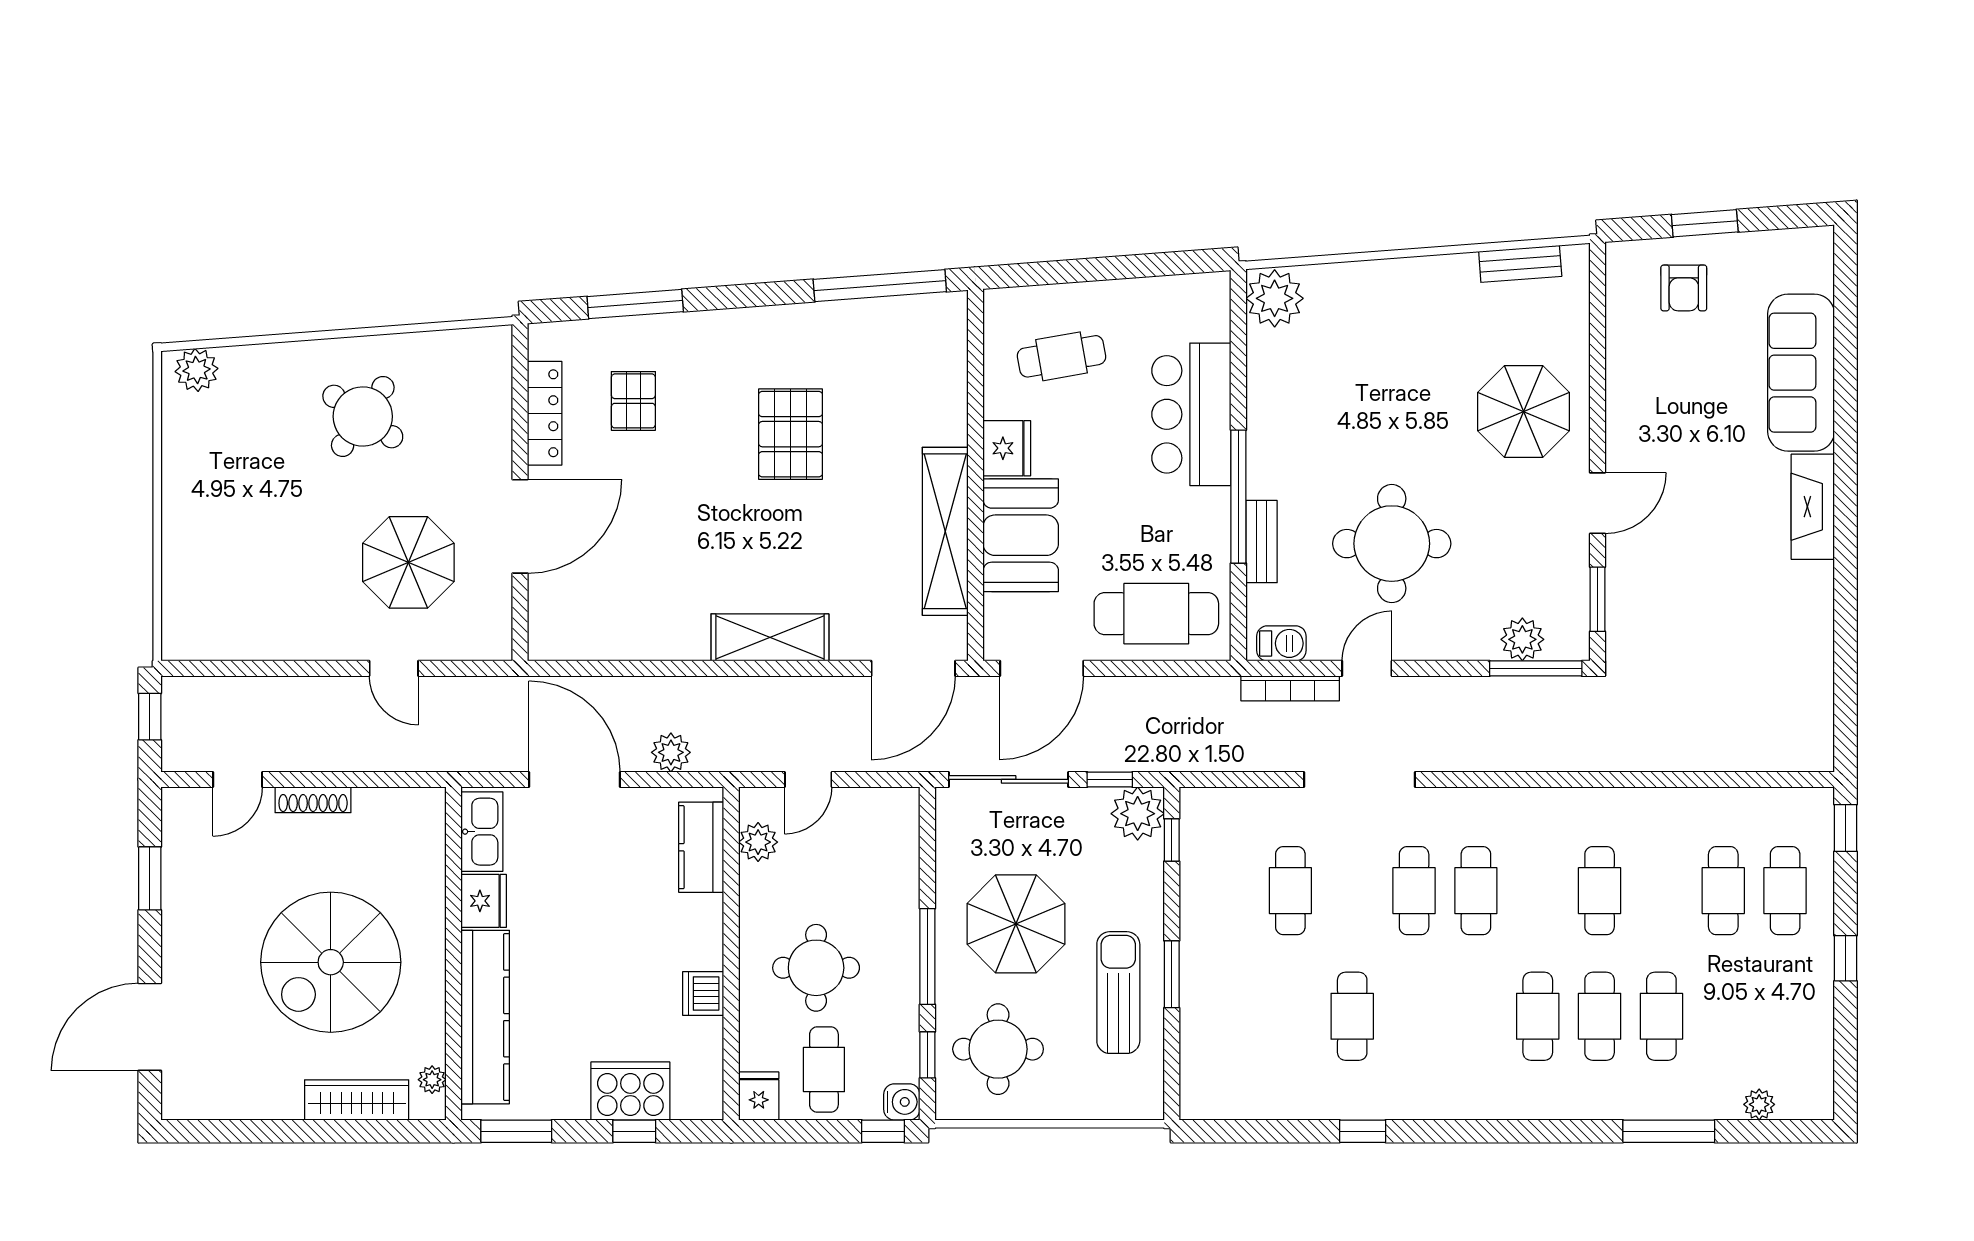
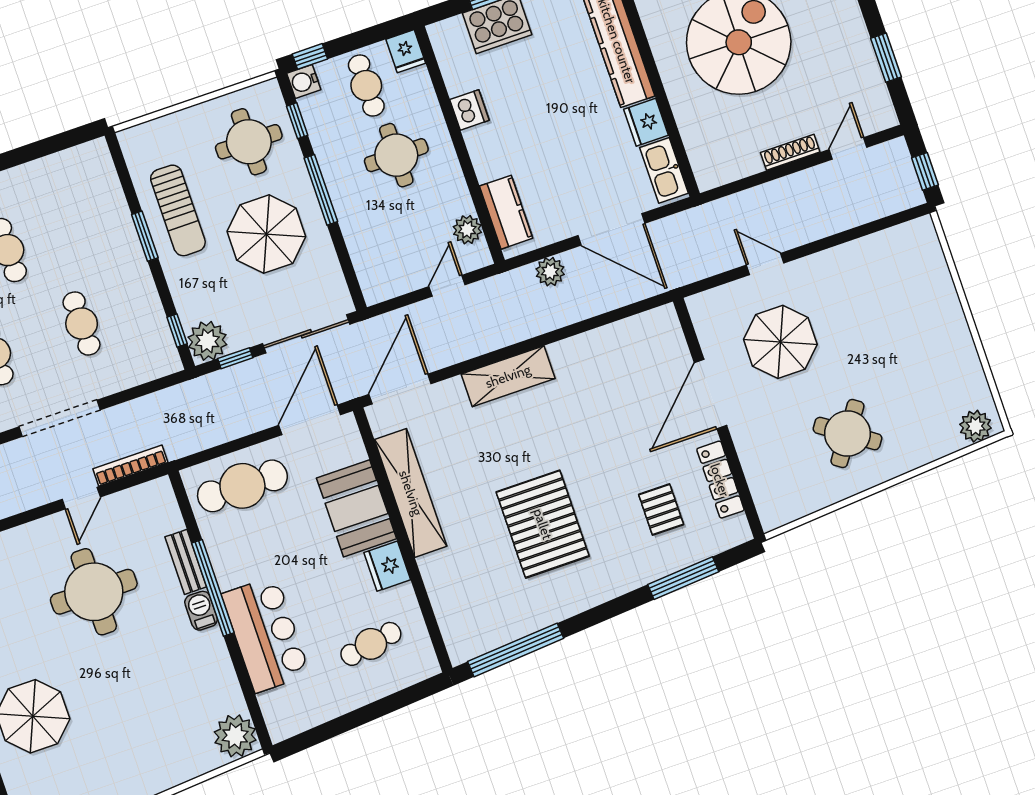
pallet: (791, 434) -> (543, 524), width x1.37, depth x1.41
barbecue: (1281, 643) -> (201, 611), moved, turned 90

